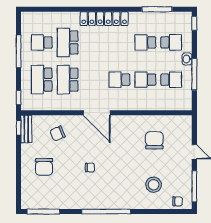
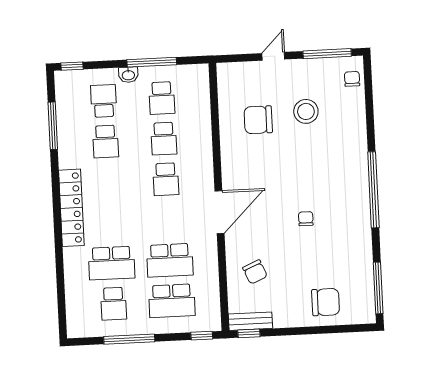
school desk: (171, 80) -> (162, 98), turned 180
chair: (44, 167) -> (326, 302), moved
stool: (154, 185) -> (306, 111), moved

